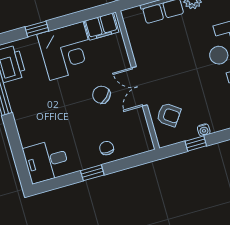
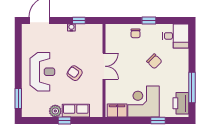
chair: (101, 95) -> (154, 61), moved
armchair: (169, 115) -> (75, 73), moved

